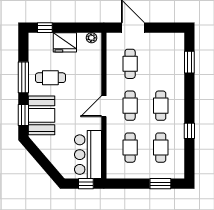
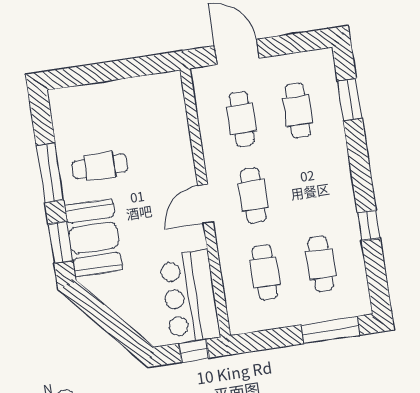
window: (45, 28) -> (76, 76), removed
plant: (91, 38) -> (164, 82), removed
fridge: (65, 42) -> (116, 98), removed
cafe table: (161, 106) -> (298, 110), moved
window: (160, 184) -> (330, 330), width x1.44

